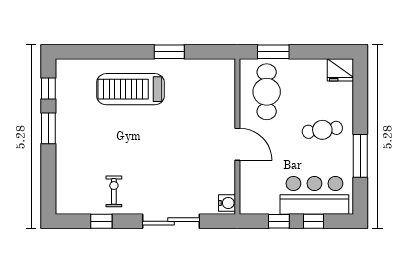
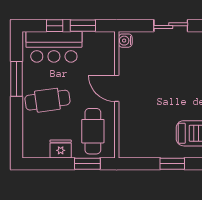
fridge: (340, 70) -> (61, 149), moved
cafe table: (322, 130) -> (47, 100), width x1.37, depth x1.35
sliding door: (171, 221) -> (171, 26), width x0.73
window: (279, 221) -> (83, 26), width x1.50

